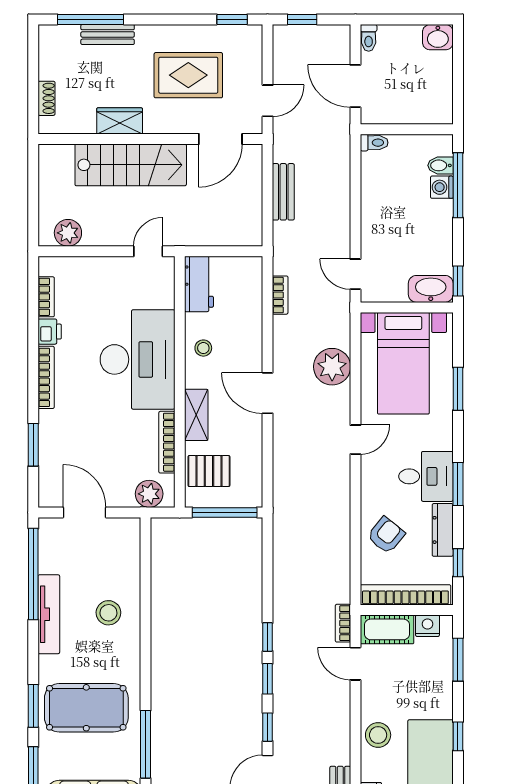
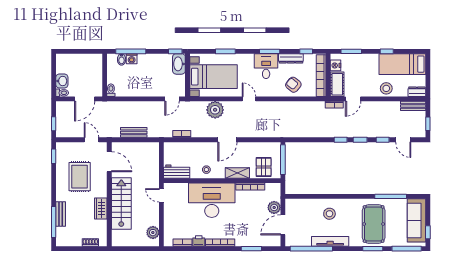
washbasin: (438, 37) -> (62, 81), moved
plant: (149, 494) -> (274, 207), moved

